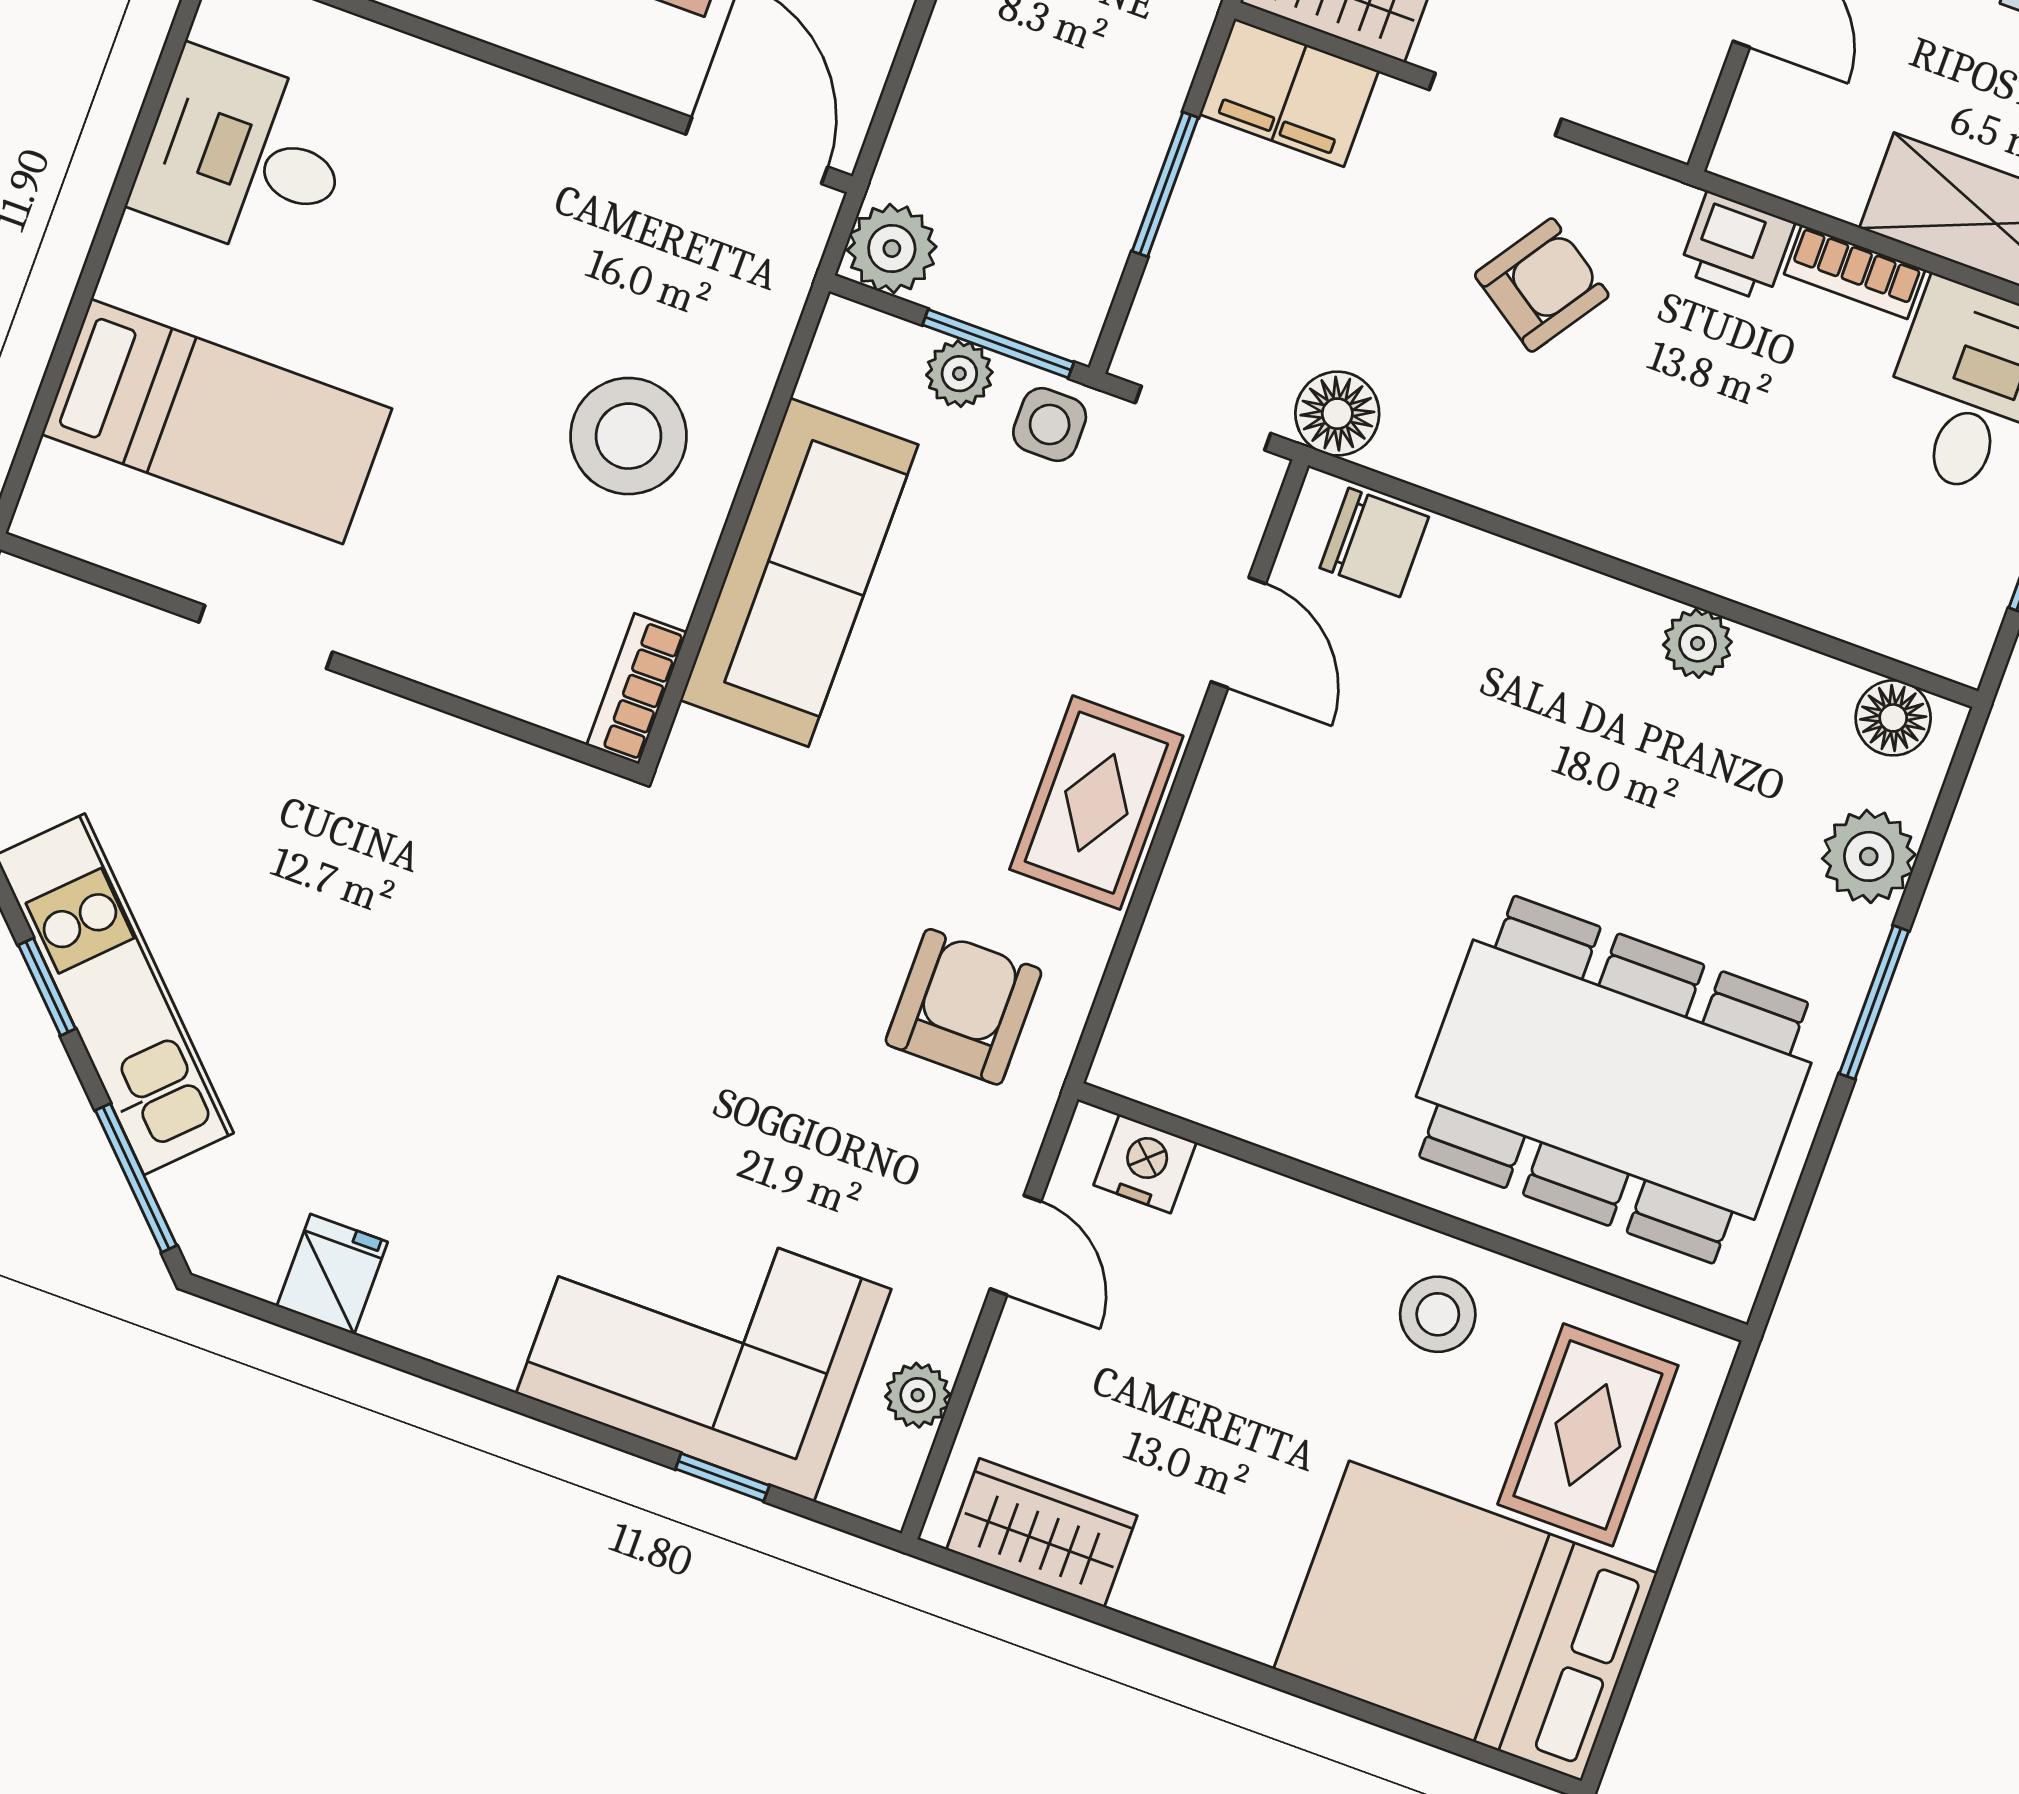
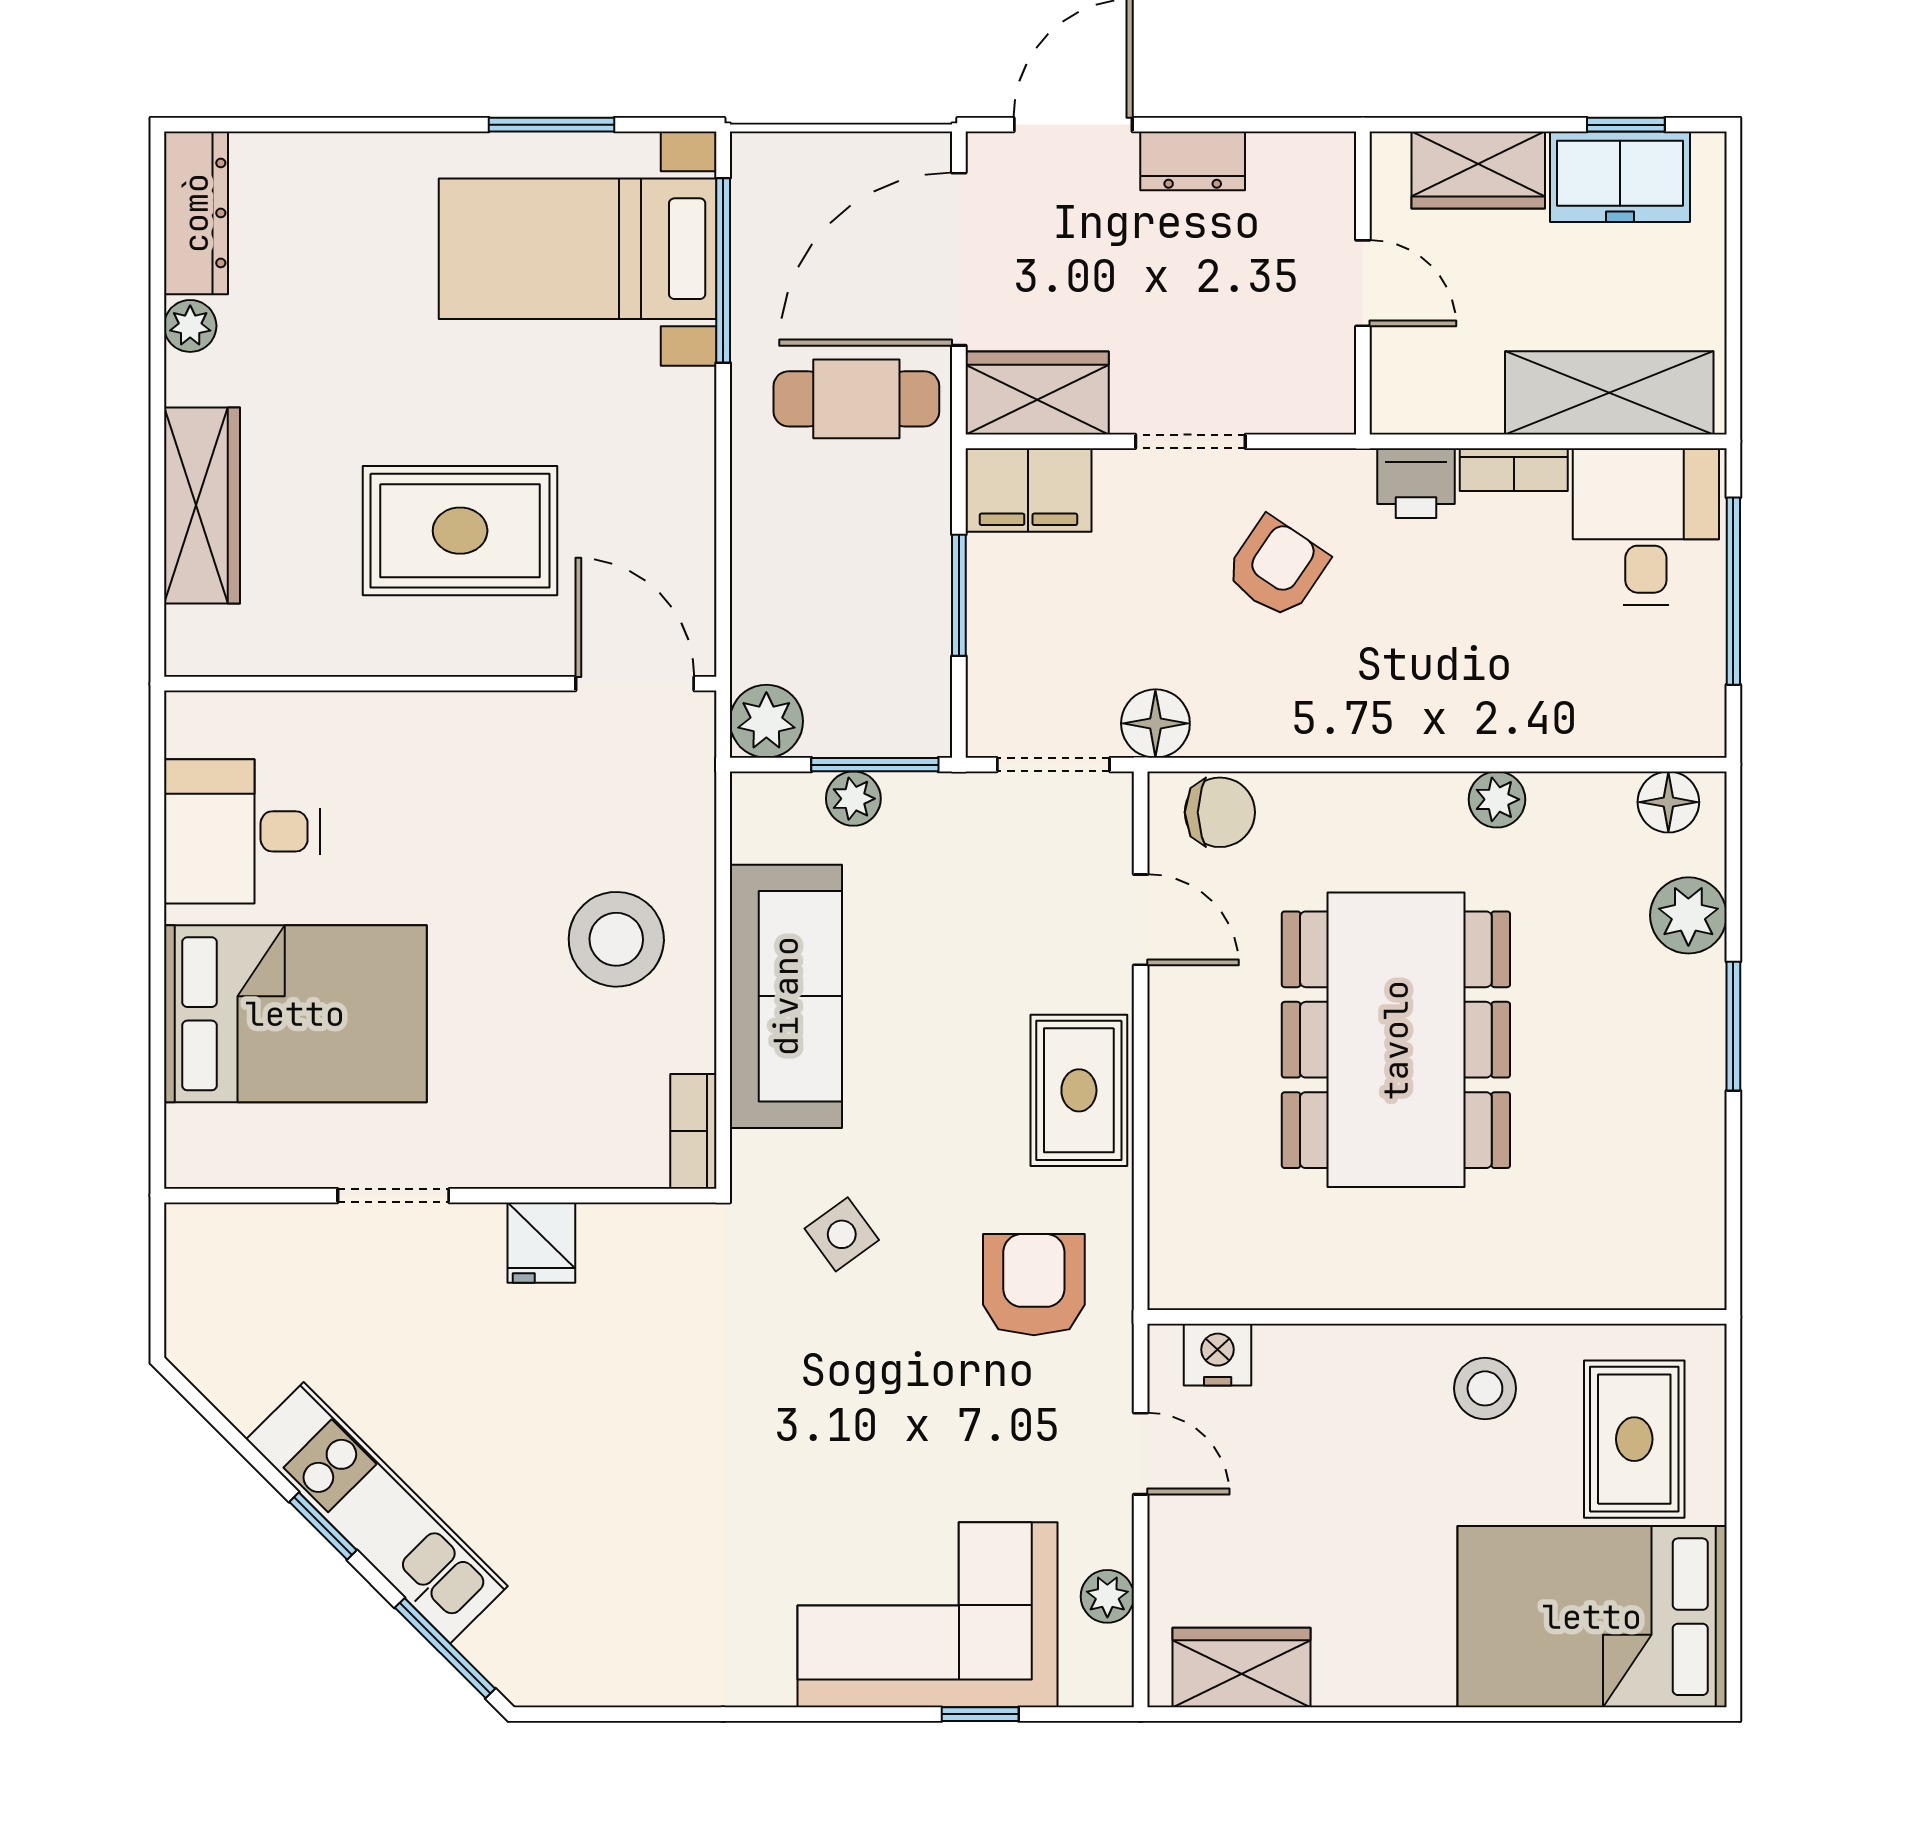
bed: (217, 421) -> (295, 1014), width x1.50
side table: (1050, 425) -> (842, 1234), moved, turned -36
dining table: (1614, 1080) -> (1396, 1040), moved, turned 90
fridge: (332, 1274) -> (541, 1243), moved, turned 180

